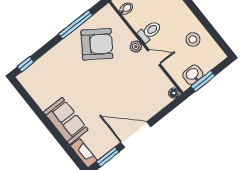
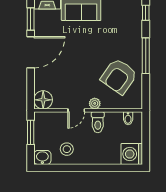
window: (76, 25) -> (146, 56), moved
washbasin: (193, 75) -> (42, 157), moved, turned -90
floor lamp: (174, 93) -> (43, 100), width x1.89, depth x1.89

